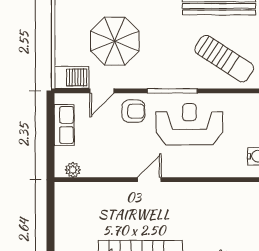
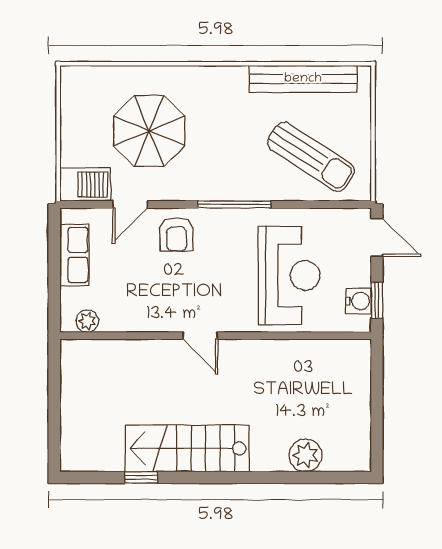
armchair: (133, 111) -> (177, 234), turned 90
reception desk: (189, 124) -> (289, 275), moved, turned 90
door: (149, 180) -> (200, 336), swing flipped

